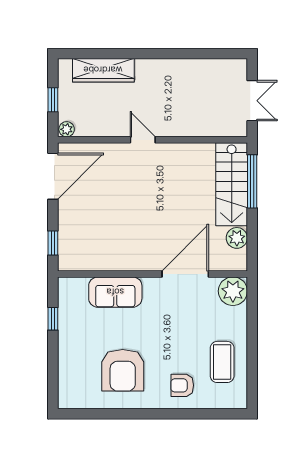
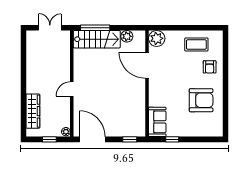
sofa: (115, 292) -> (157, 122), moved

